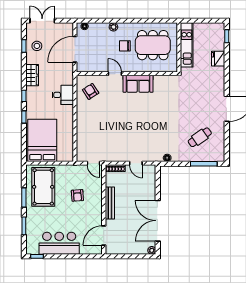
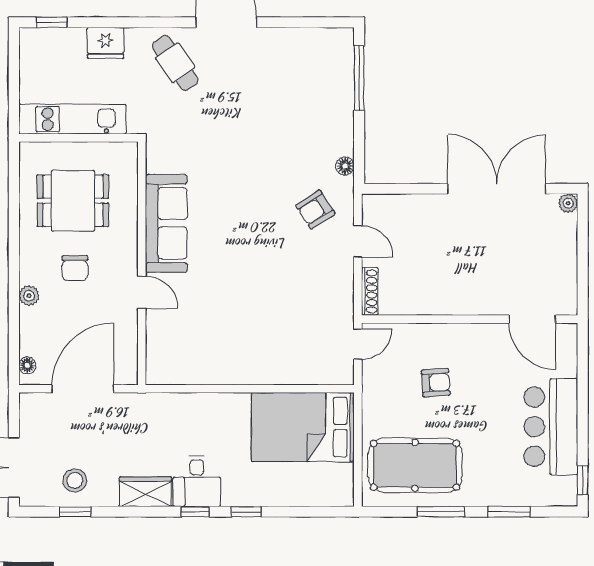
dining table: (153, 45) -> (73, 201), width x0.73
door: (75, 49) -> (83, 389), swing flipped
door: (115, 74) -> (142, 292), swing flipped
sofa: (138, 84) -> (166, 223), width x1.36
armchair: (91, 91) -> (315, 209), moved
desk: (63, 95) -> (197, 481), moved, turned 180
cafe table: (200, 137) -> (175, 63), moved
bed: (42, 140) -> (303, 427), moved
door: (136, 163) -> (358, 241), hinge flipped
bench: (110, 203) -> (454, 305), removed
double door: (158, 221) -> (497, 189), swing flipped

